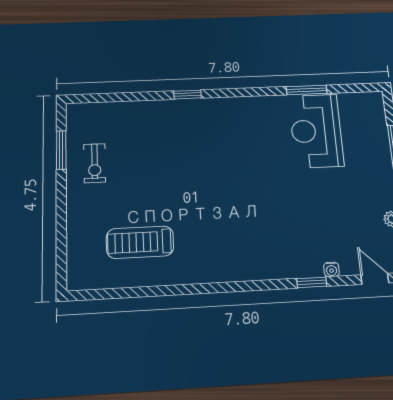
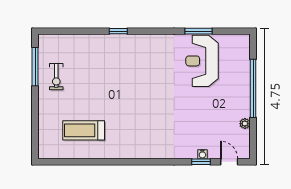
window: (61, 150) -> (35, 67), width x1.44
window: (312, 282) -> (201, 162), moved

